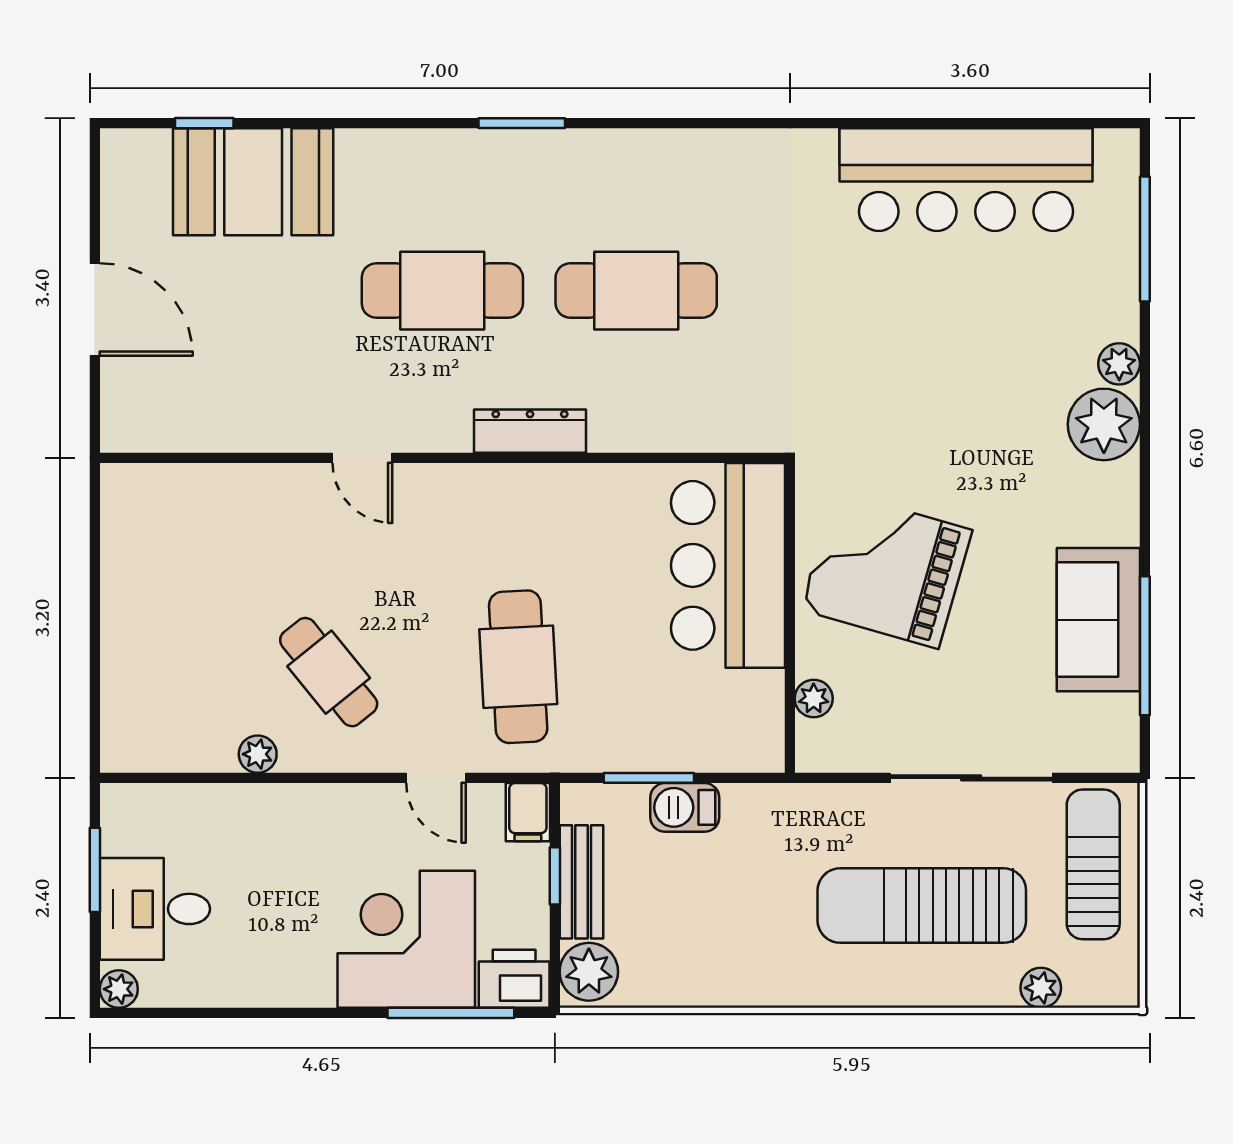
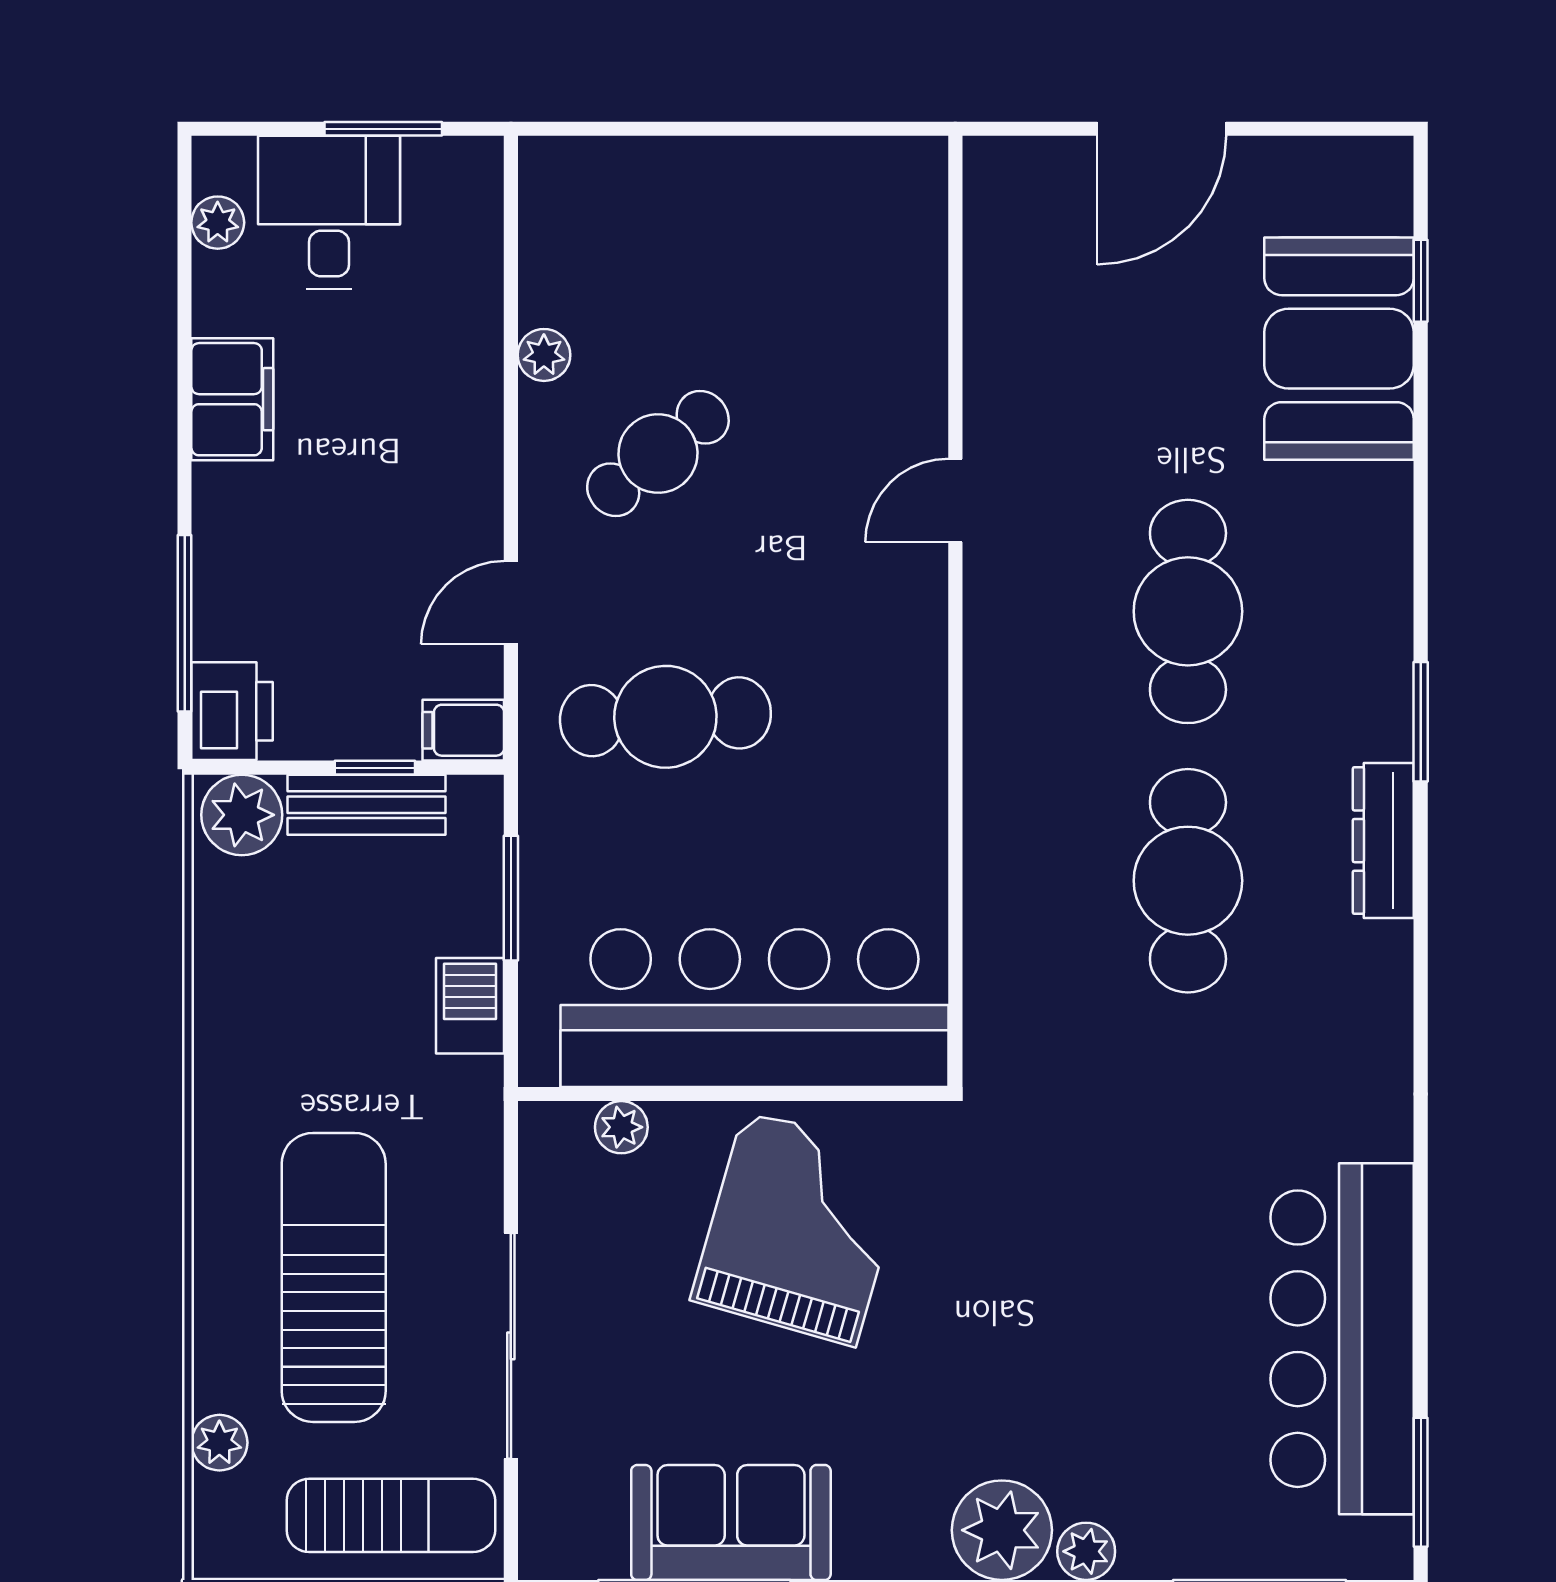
window: (1069, 123) -> (1421, 1482), added
dresser: (530, 431) -> (1383, 841), moved, turned 180
bar counter: (728, 565) -> (754, 1008), width x1.36
barbecue: (685, 807) -> (470, 1006), moved
corner desk: (406, 939) -> (287, 561), removed
filing cabinet: (290, 979) -> (232, 399), added
plant: (119, 989) -> (218, 223), moved

